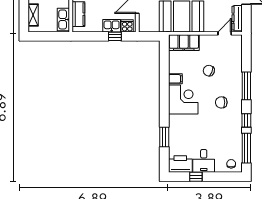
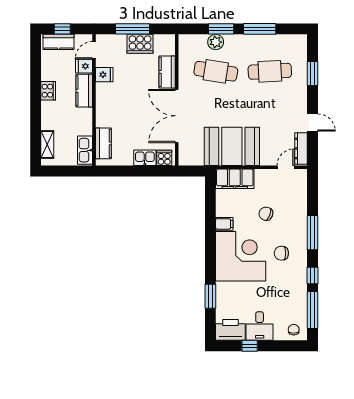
window: (115, 36) -> (149, 171), removed
corner desk: (183, 100) -> (241, 256), width x1.36, depth x1.36

